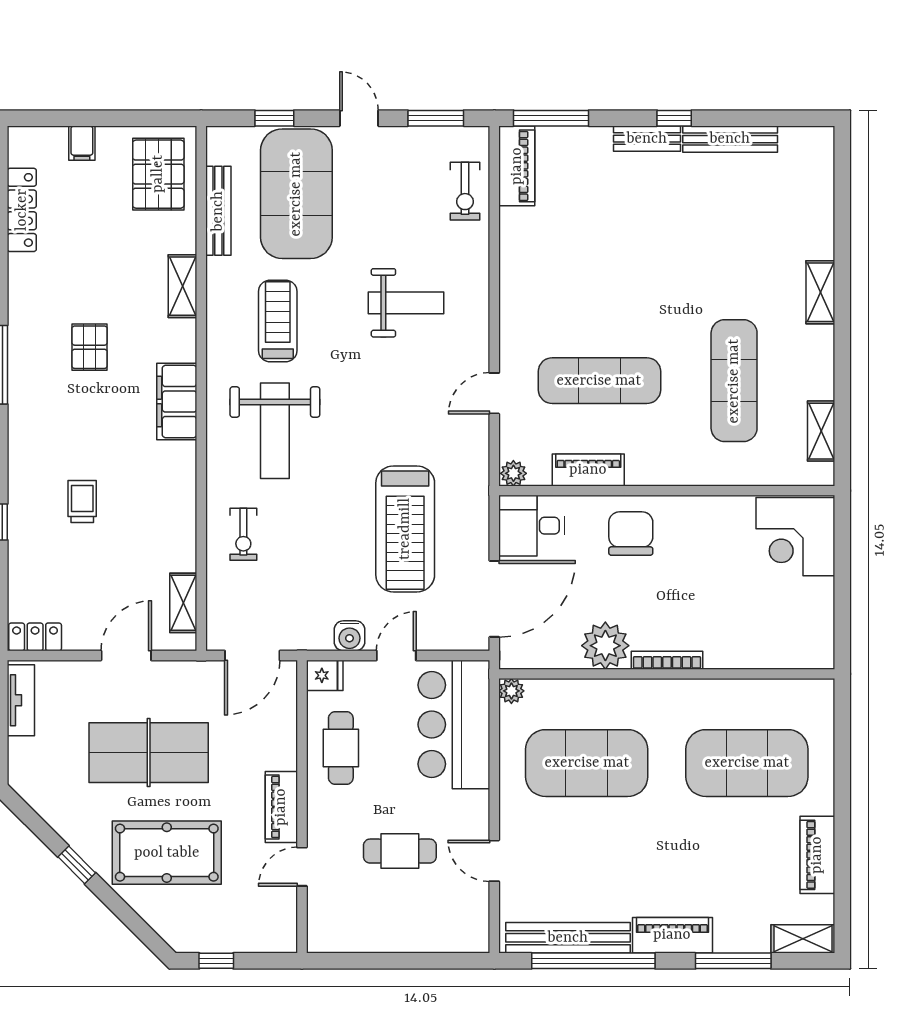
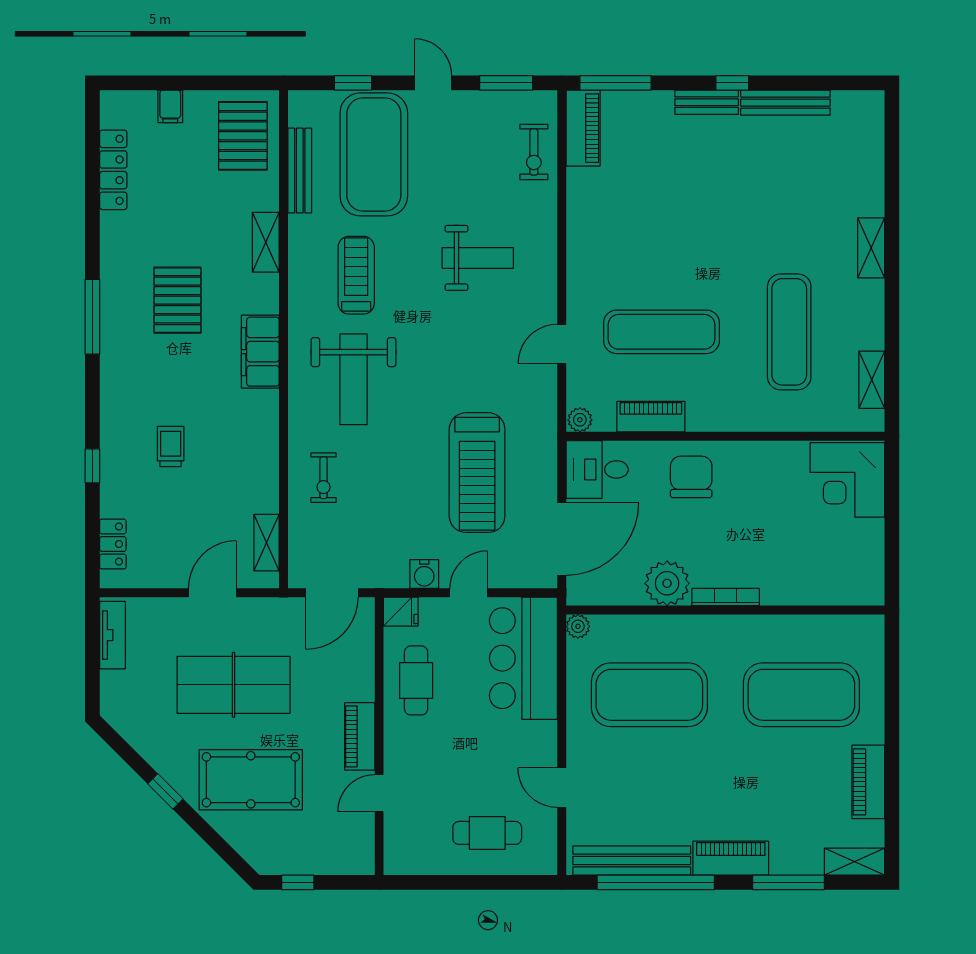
pallet: (90, 347) -> (178, 300), width x1.50, depth x1.42
locker: (35, 637) -> (113, 544), moved, turned 90
cafe table: (400, 851) -> (487, 833), moved

